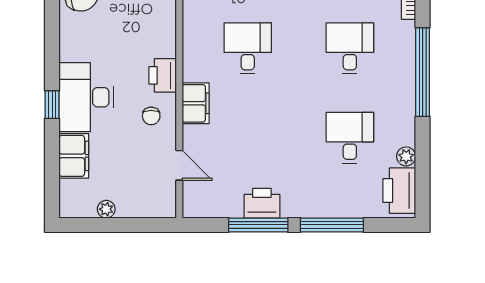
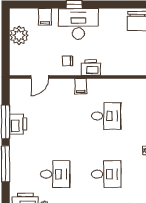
filing cabinet: (196, 103) -> (81, 86), width x0.50
filing cabinet: (74, 156) -> (45, 17), width x0.50
plant: (106, 209) -> (19, 35), width x1.88, depth x1.88

